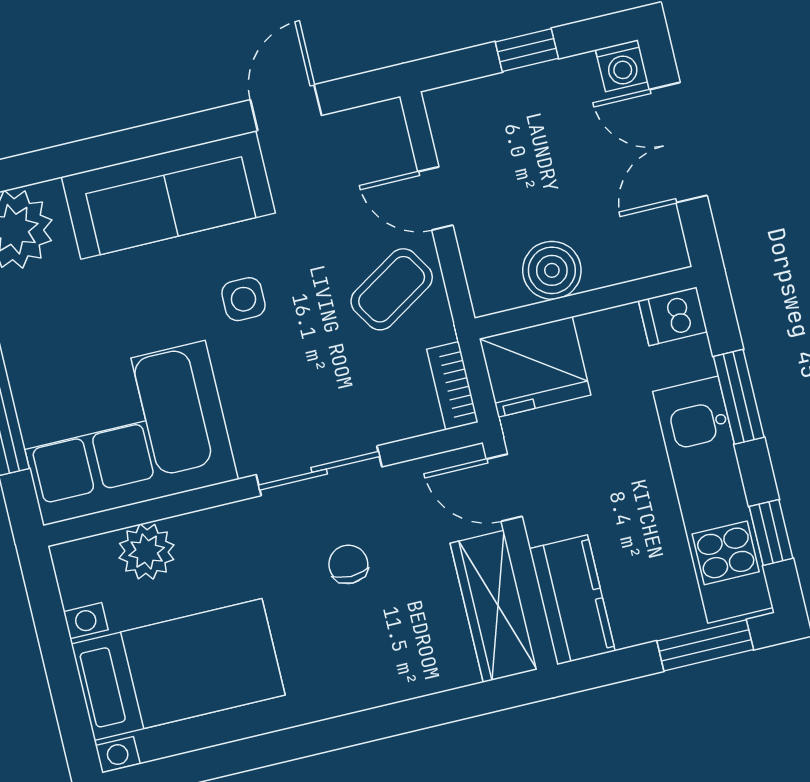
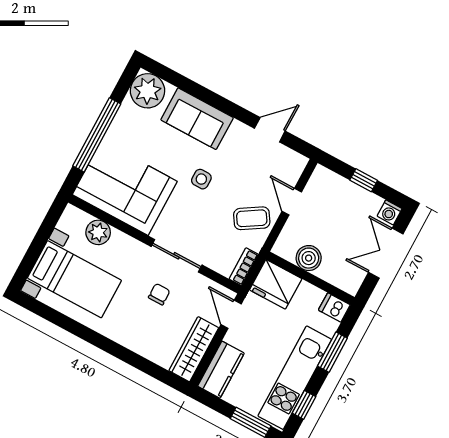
sofa: (168, 195) -> (197, 119), width x0.73

